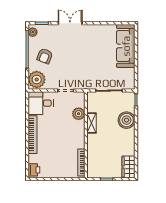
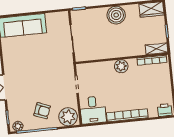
plant: (79, 114) -> (121, 66), moved
boiler: (127, 120) -> (116, 15), moved
shelving: (91, 123) -> (156, 49), moved

